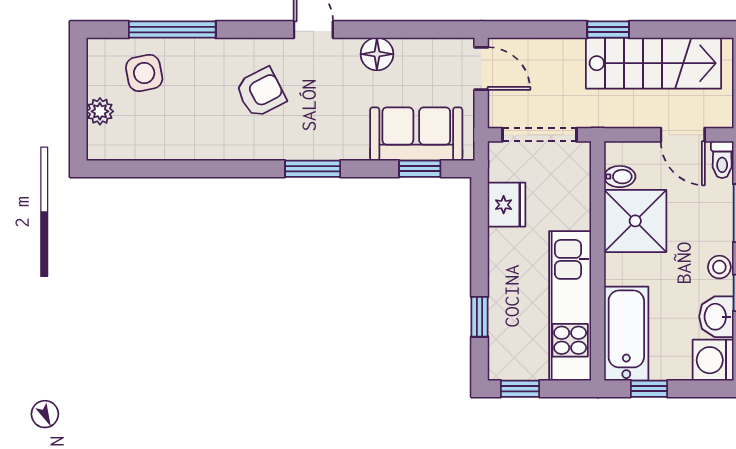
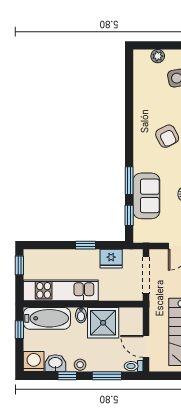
sofa: (416, 134) -> (146, 196), moved
door: (683, 135) -> (146, 346), hinge flipped
window: (313, 169) -> (129, 181), moved
bidet: (620, 177) -> (81, 315), moved
window: (480, 317) -> (85, 245), moved

